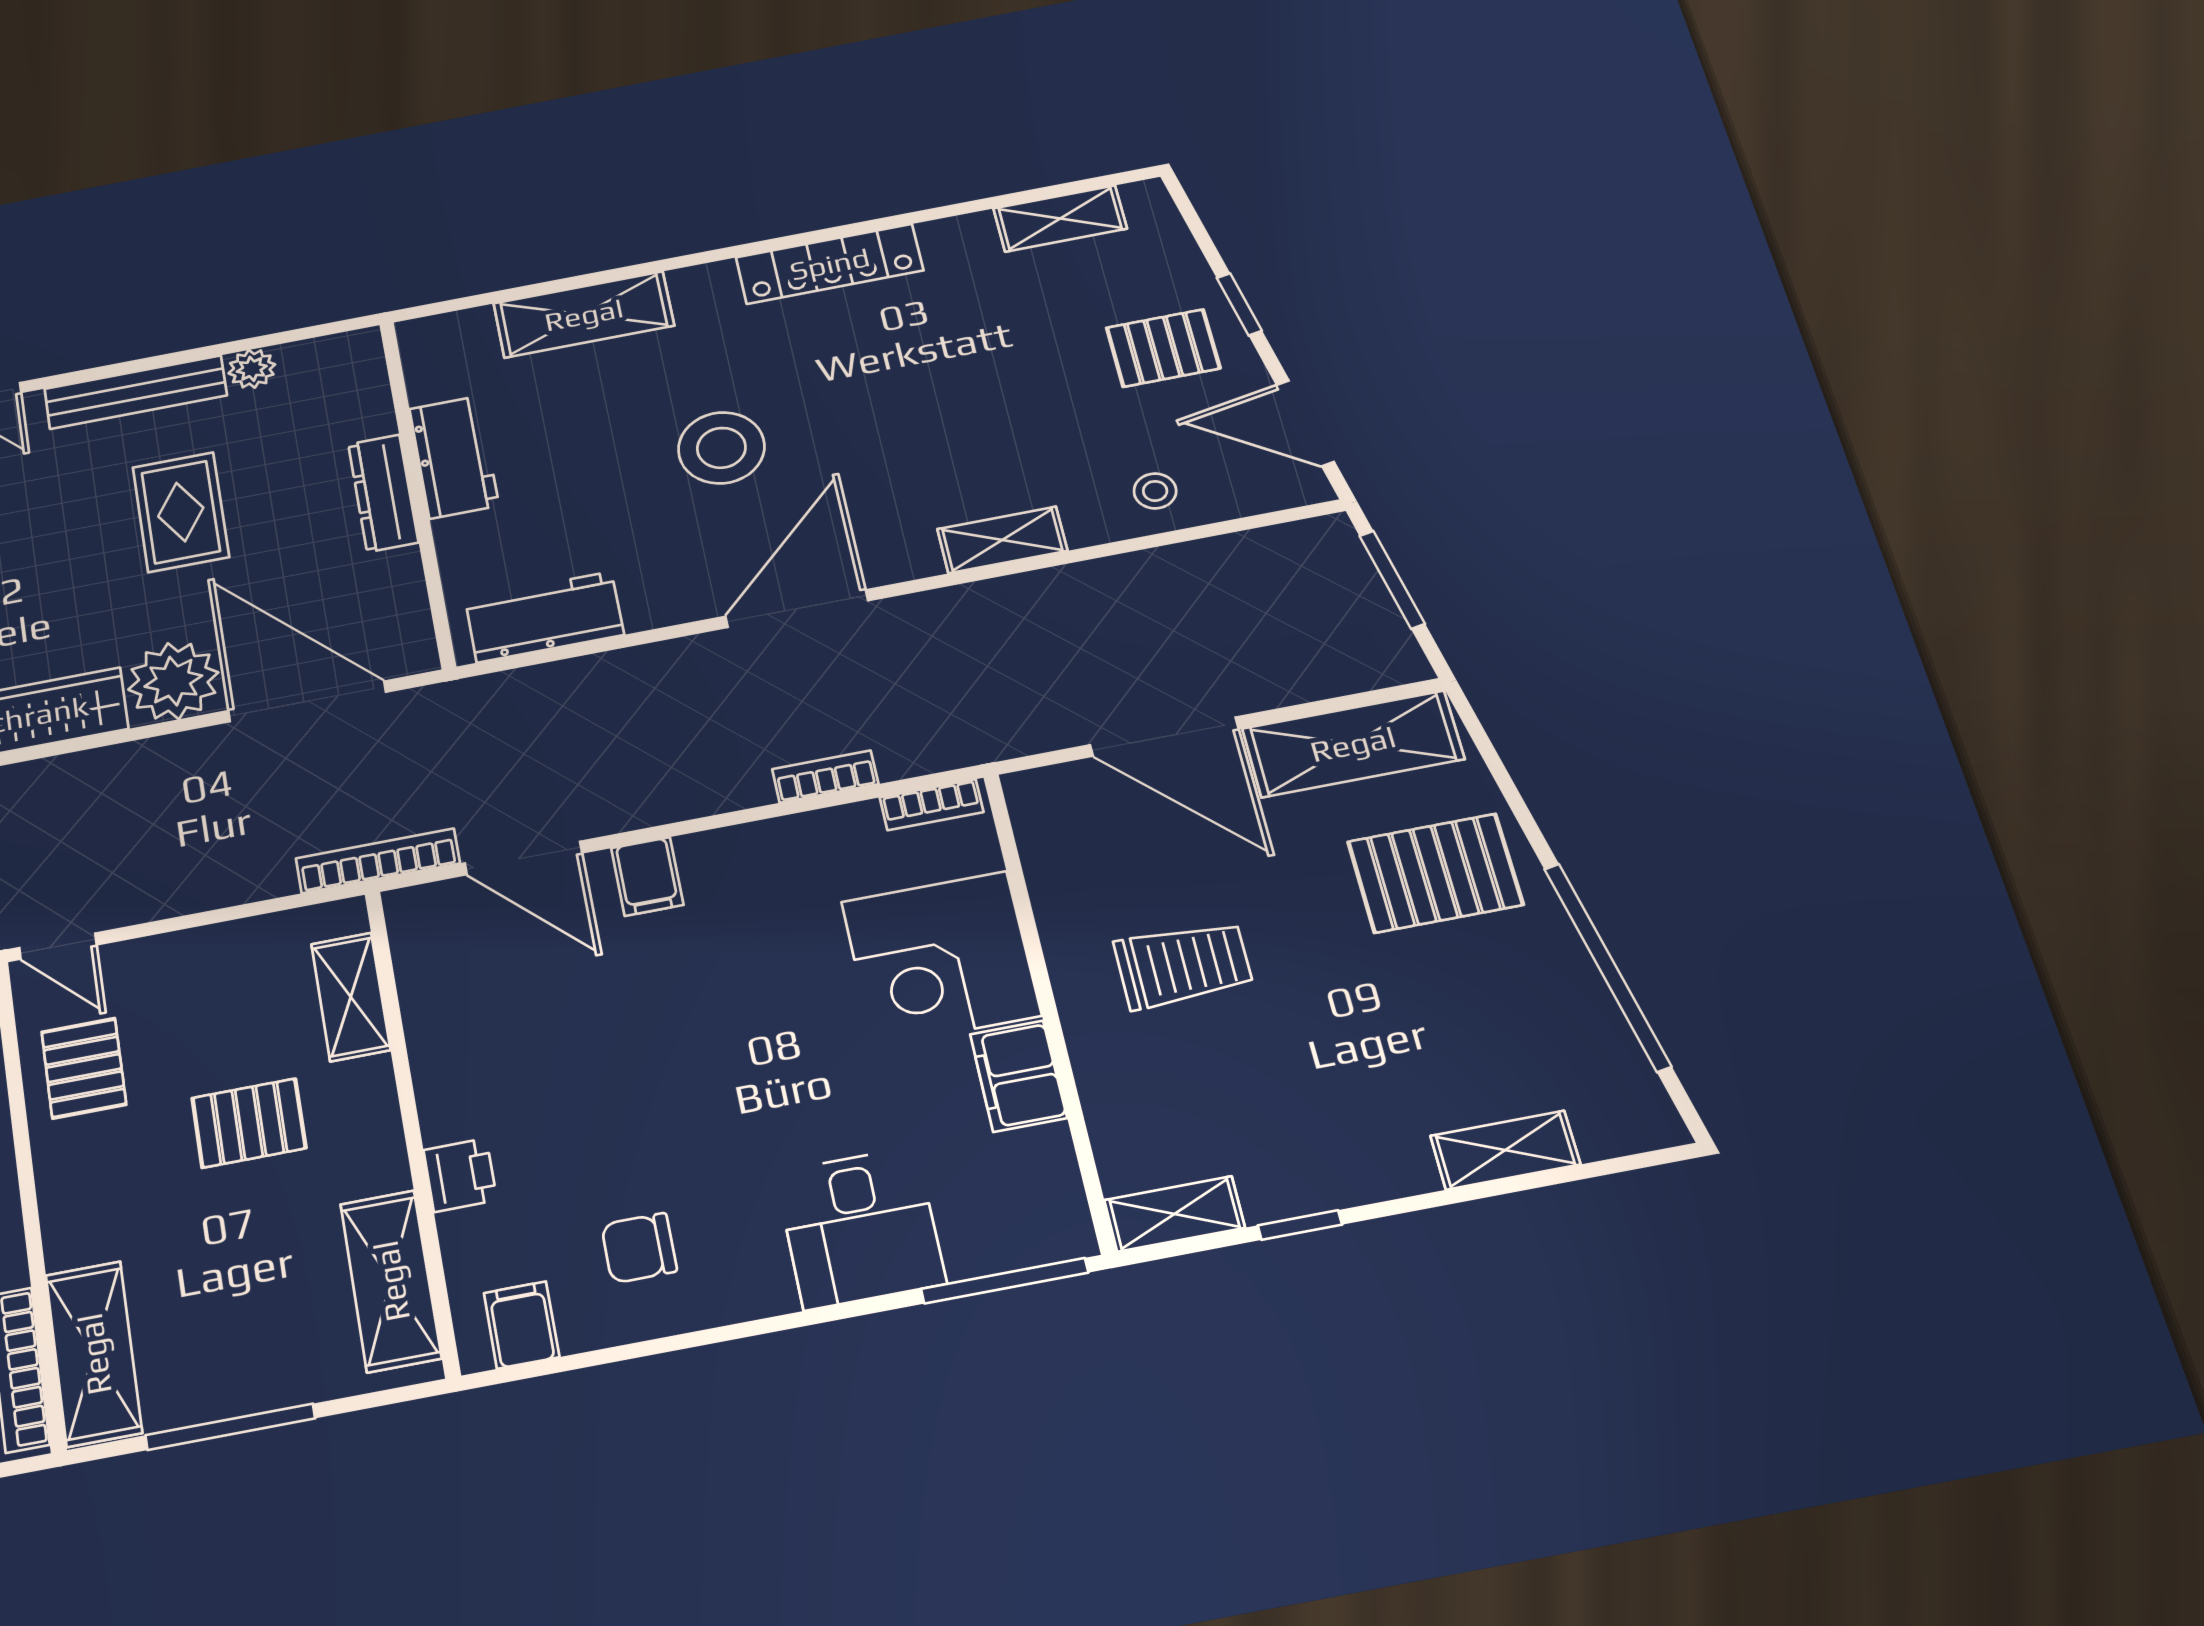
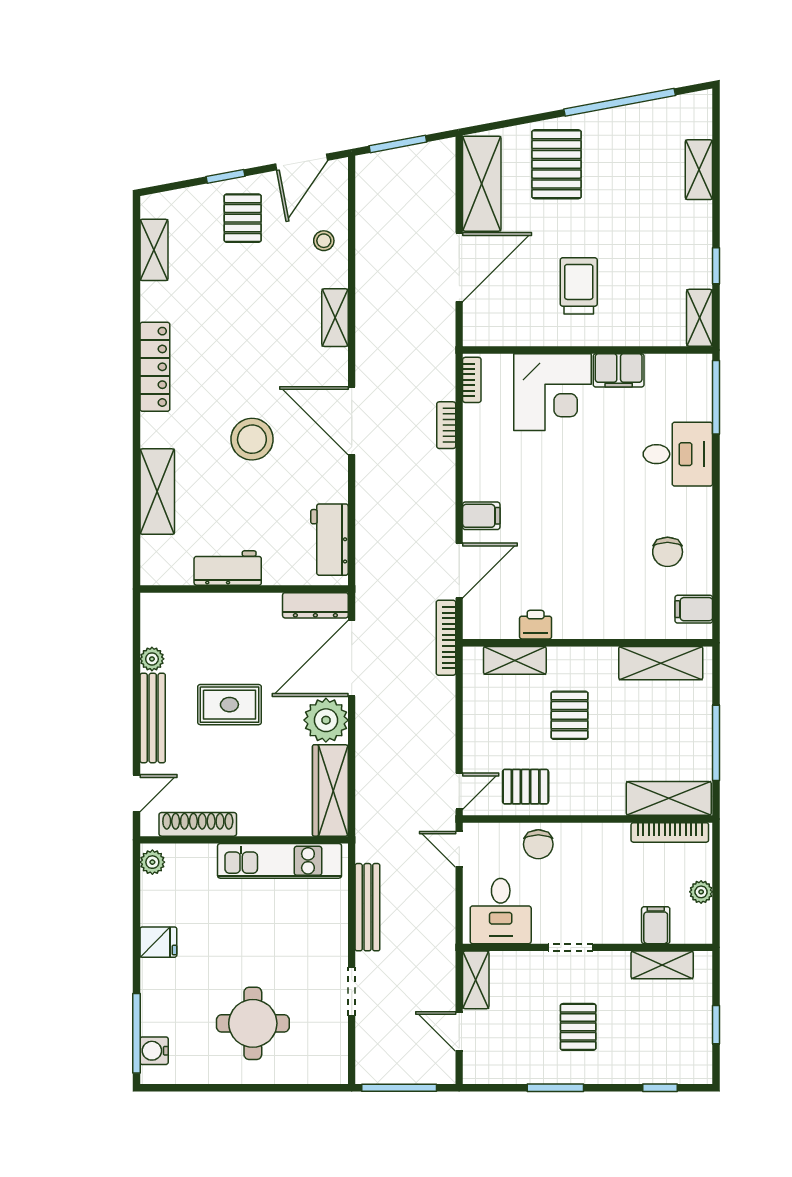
dresser: (383, 493) -> (315, 605), moved
printer: (460, 1175) -> (536, 625), moved

